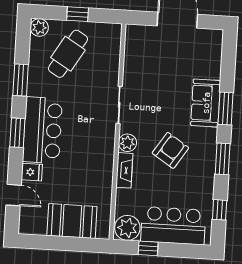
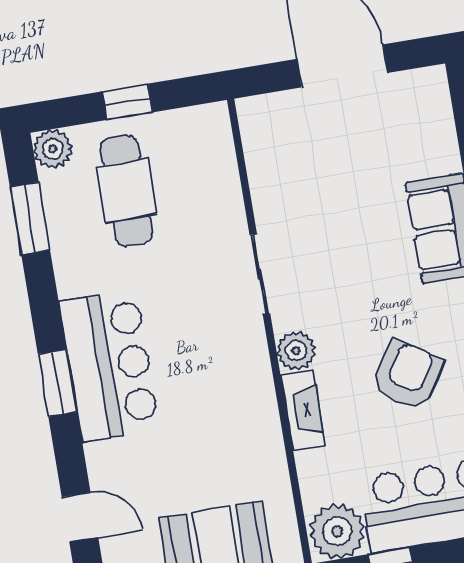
cafe table: (68, 54) -> (126, 191), turned -31
window: (21, 80) -> (30, 218), moved
armchair: (170, 150) -> (407, 375), moved
fridge: (32, 172) -> (107, 459), removed

